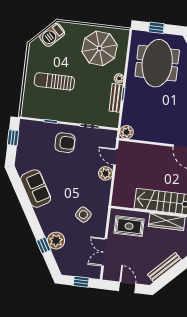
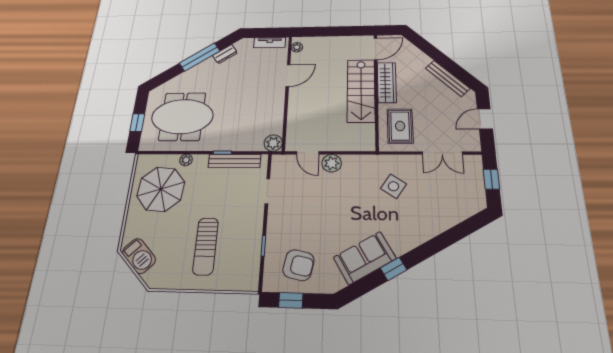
plant: (119, 78) -> (186, 160), moved
bench: (116, 98) -> (234, 161), width x1.36
armchair: (65, 143) -> (298, 265), moved, turned 102
door: (116, 157) -> (308, 153), hinge flipped
plant: (56, 241) -> (438, 220), removed
window: (44, 245) -> (394, 269), moved

